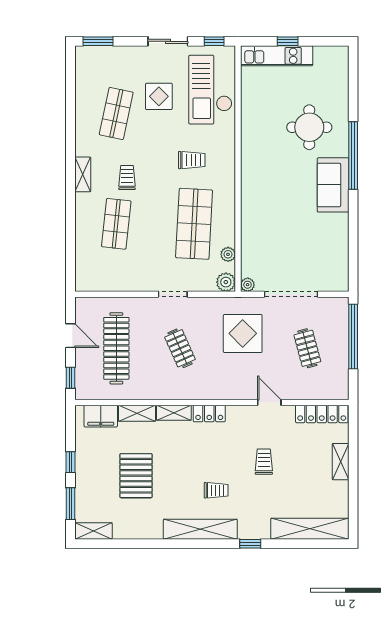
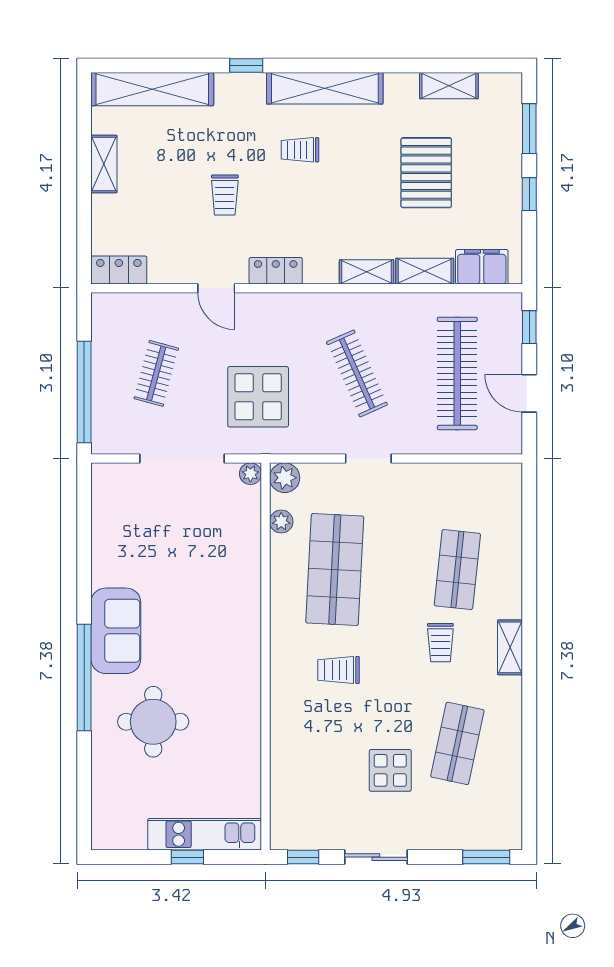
checkout: (210, 90) -> (309, 781), removed
clothes rail: (180, 348) -> (357, 373), width x1.36
clothes rail: (307, 348) -> (156, 373), turned 30
locker: (209, 413) -> (276, 271), moved
locker: (322, 414) -> (119, 270), width x0.66
shelving: (341, 462) -> (104, 164), moved
shelving: (93, 531) -> (449, 86), moved

